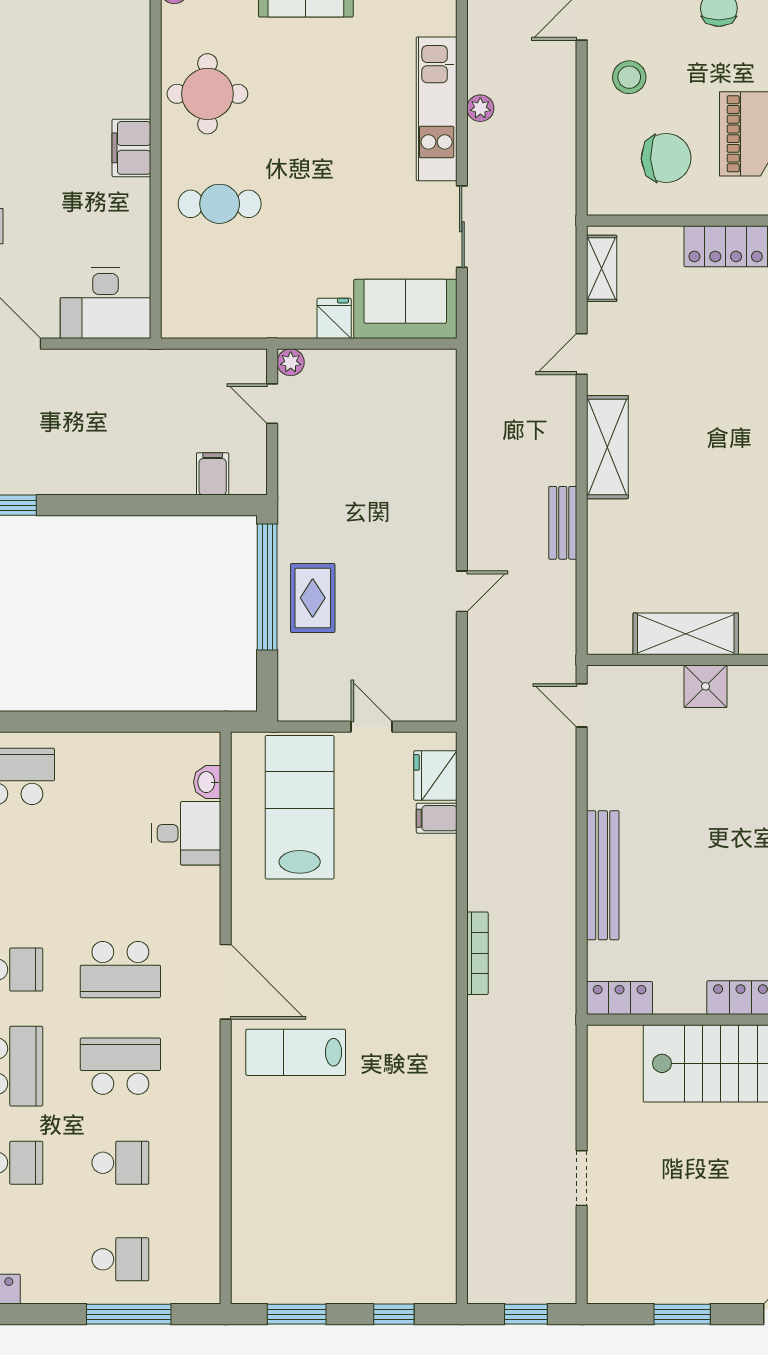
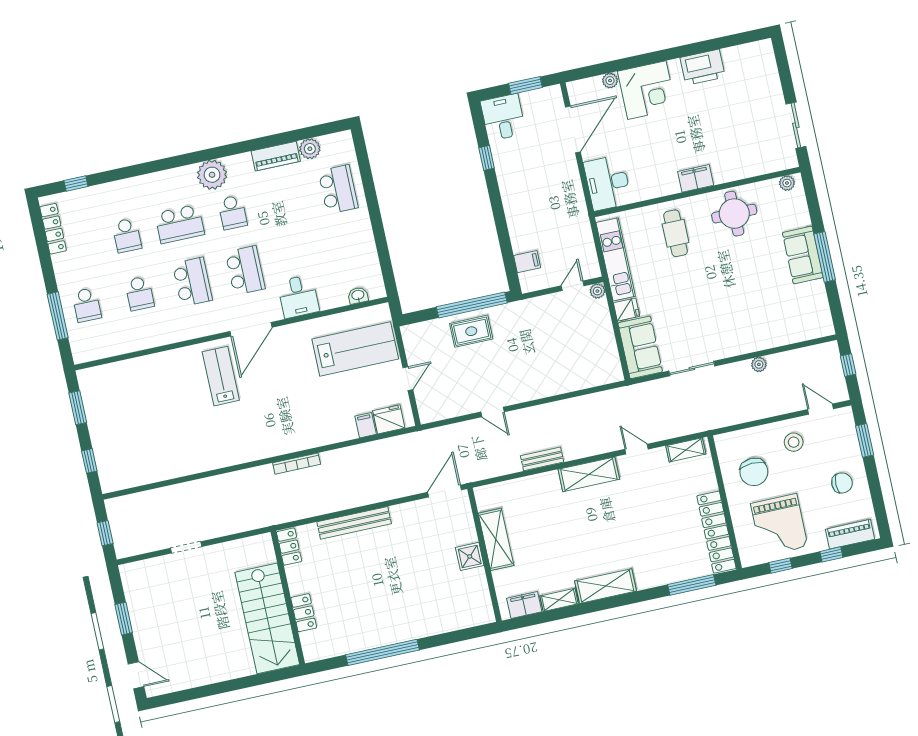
kitchen unit: (437, 109) -> (616, 259), moved, turned 90
door: (582, 705) -> (445, 491), width x1.38
desk: (186, 833) -> (298, 296), moved
school desk: (120, 970) -> (245, 270), turned 180

